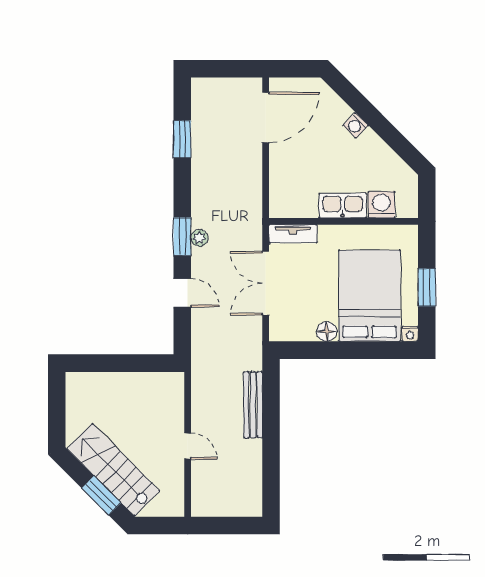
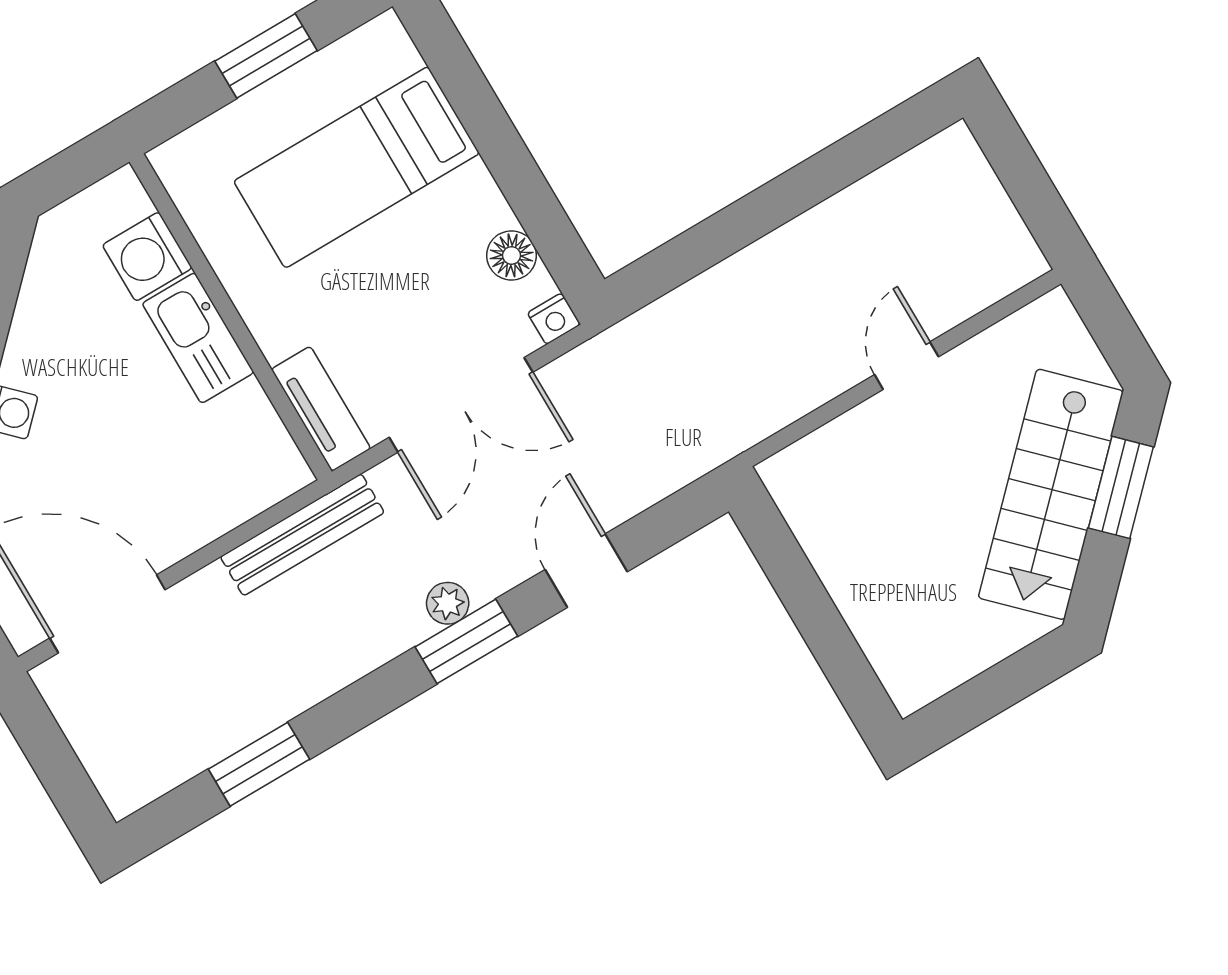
bed: (369, 296) -> (357, 167), width x0.67
floor lamp: (327, 332) -> (512, 255), moved
nightstand: (410, 334) -> (554, 319), moved, turned 90
bench: (253, 405) -> (302, 535), moved

